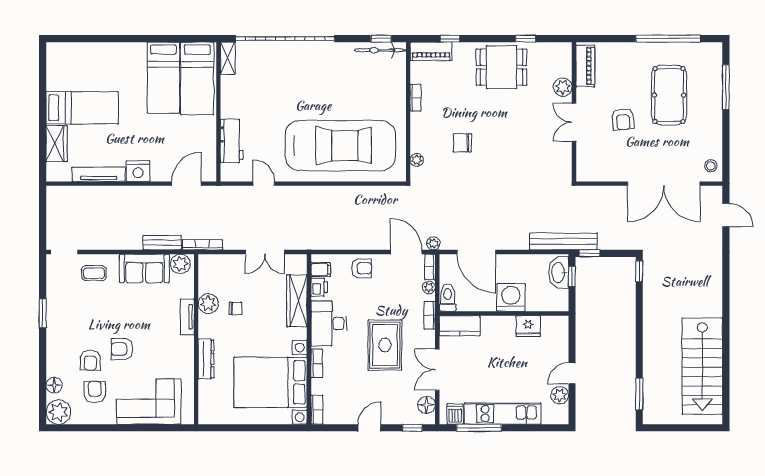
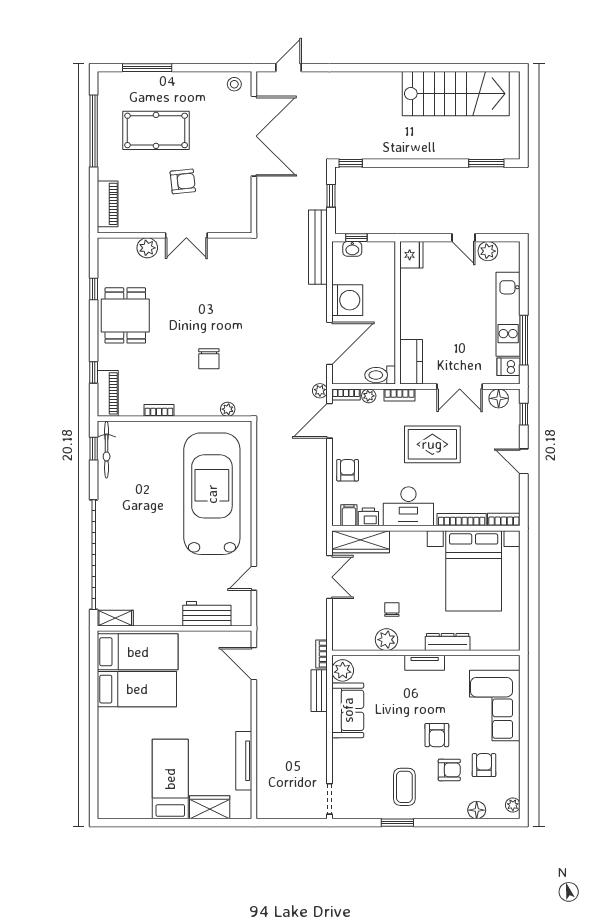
piano: (585, 66) -> (108, 204), moved, turned 90
nightstand: (138, 171) -> (240, 717), removed
bookcase: (202, 245) -> (322, 654), width x0.64
window: (590, 253) -> (331, 196), moved
coffee table: (94, 273) -> (404, 787), moved, width x1.36, depth x1.30
washbasin: (559, 273) -> (352, 249), width x0.52, depth x0.69
washing machine: (511, 297) -> (347, 300), moved, turned 180
wardrobe: (297, 301) -> (361, 542), moved
tv unit: (187, 317) -> (425, 663), moved
fridge: (528, 326) -> (411, 255), moved
bookcase: (317, 364) -> (462, 520), width x1.56
armchair: (95, 392) -> (484, 765), turned 90
plant: (59, 412) -> (513, 805), width x0.53, depth x0.53

